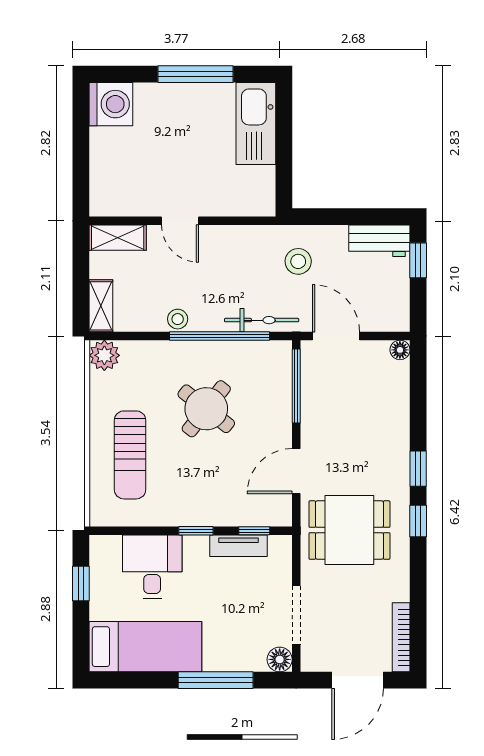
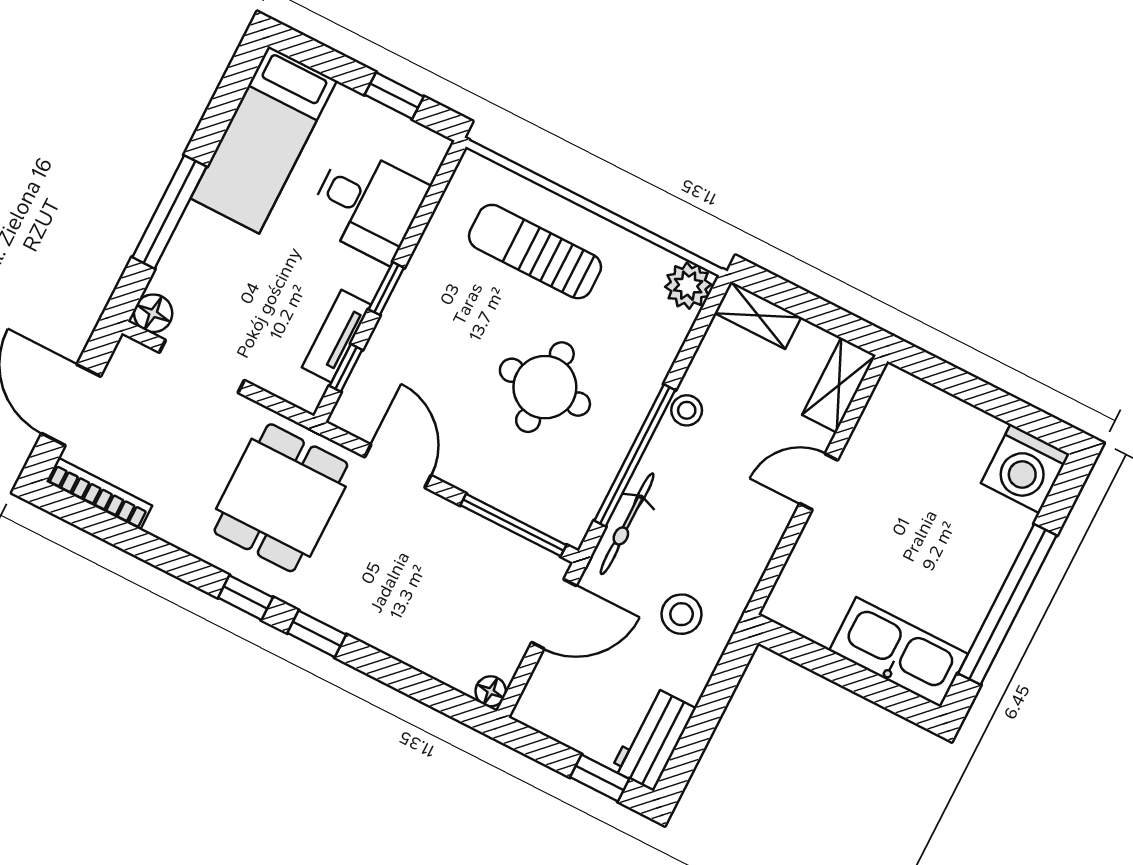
window: (196, 74) -> (1007, 604), width x1.46
round table: (206, 409) -> (545, 387), turned -38

